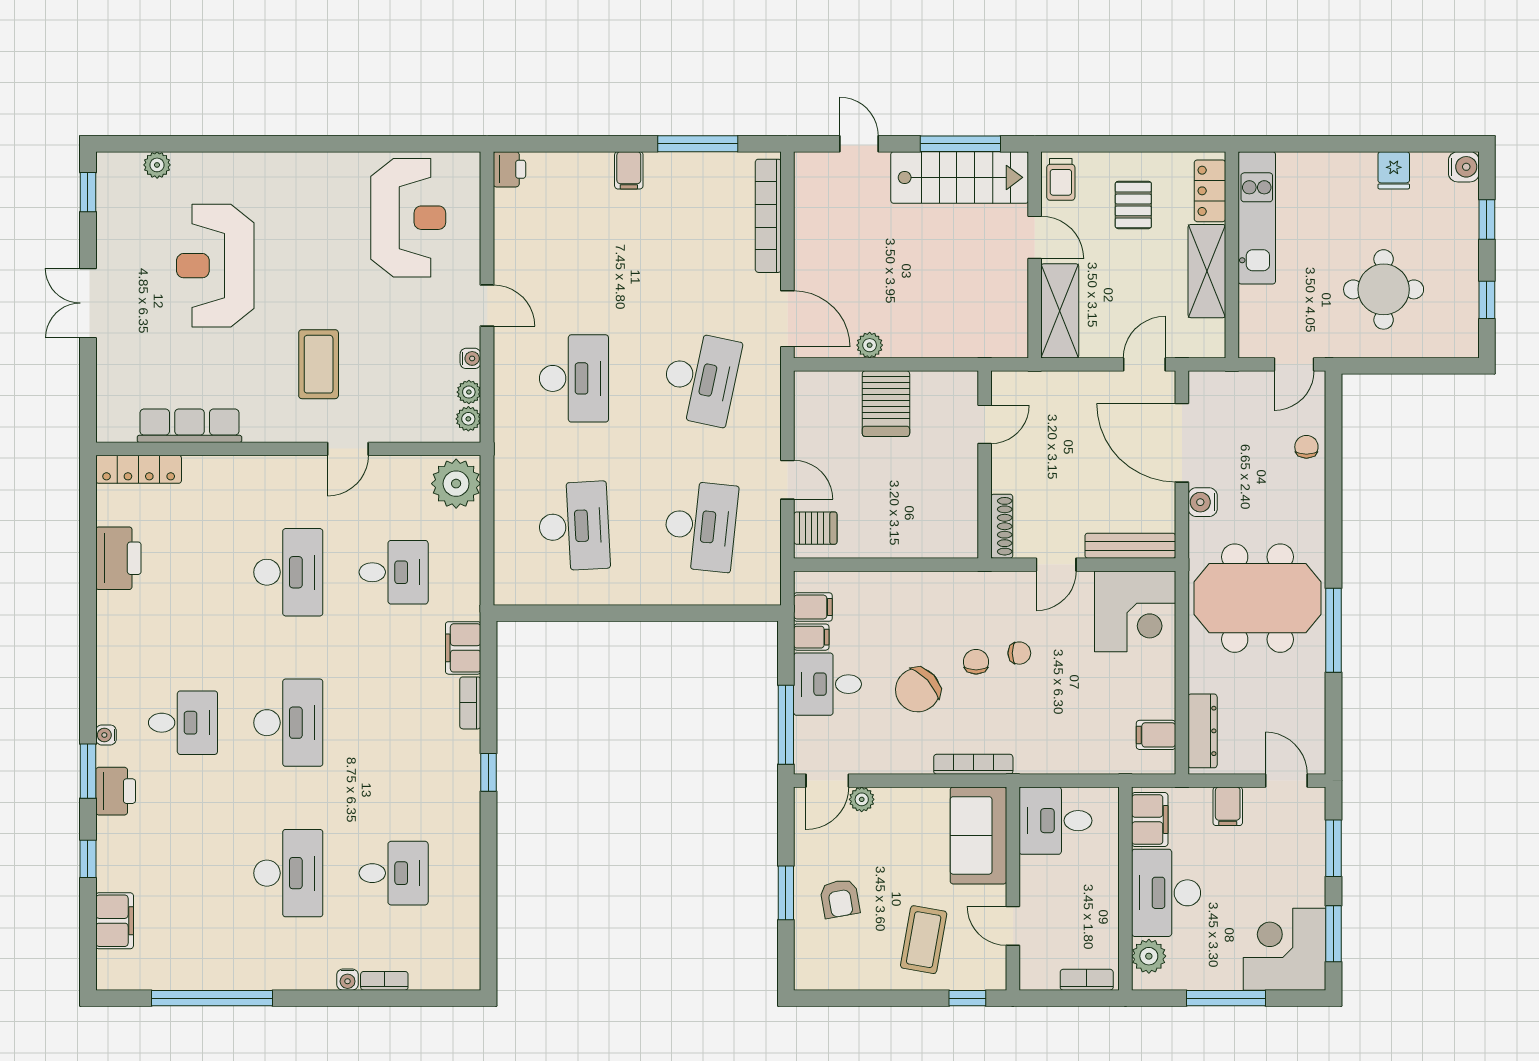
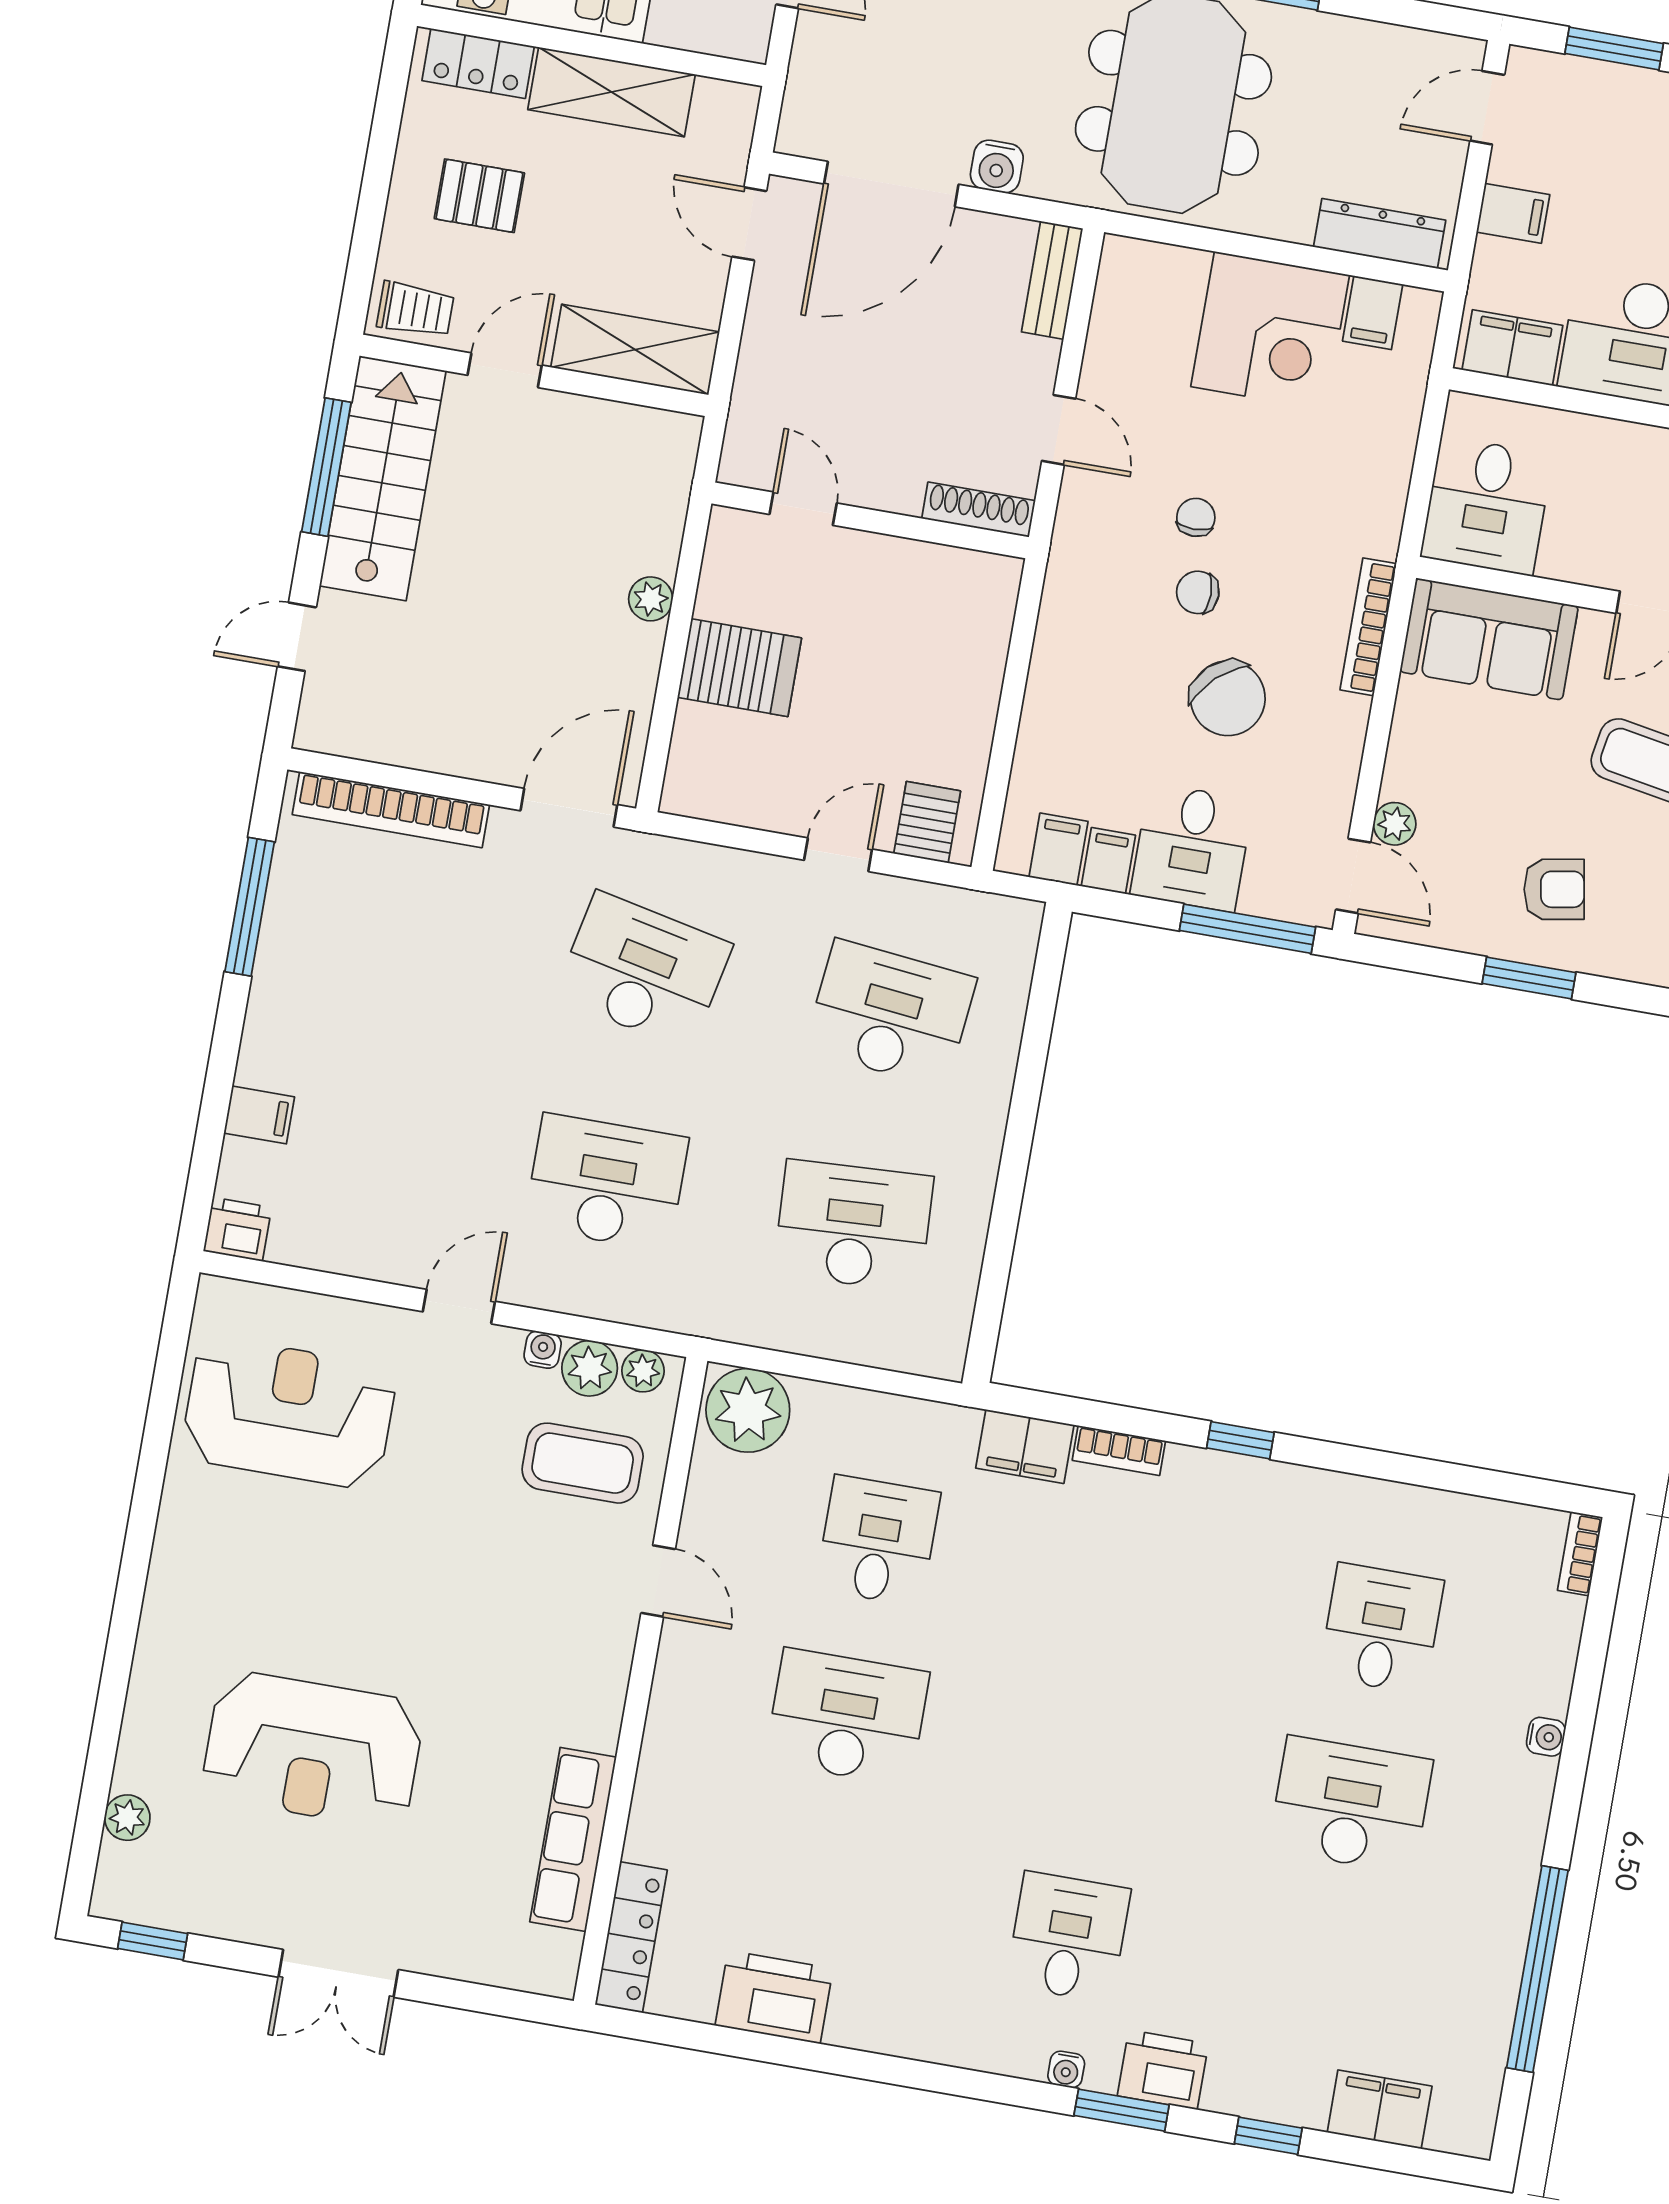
filing cabinet: (629, 170) -> (259, 1115), moved
plant: (870, 345) -> (651, 599), moved
coffee table: (319, 364) -> (583, 1463), moved
plant: (469, 392) -> (590, 1368), width x1.38, depth x1.38
bench: (1130, 546) -> (1052, 280), width x0.73
corner desk: (1135, 611) -> (1270, 331), moved, turned 90
desk: (288, 723) -> (1099, 1761), removed
bookcase: (384, 981) -> (1580, 1554), moved

